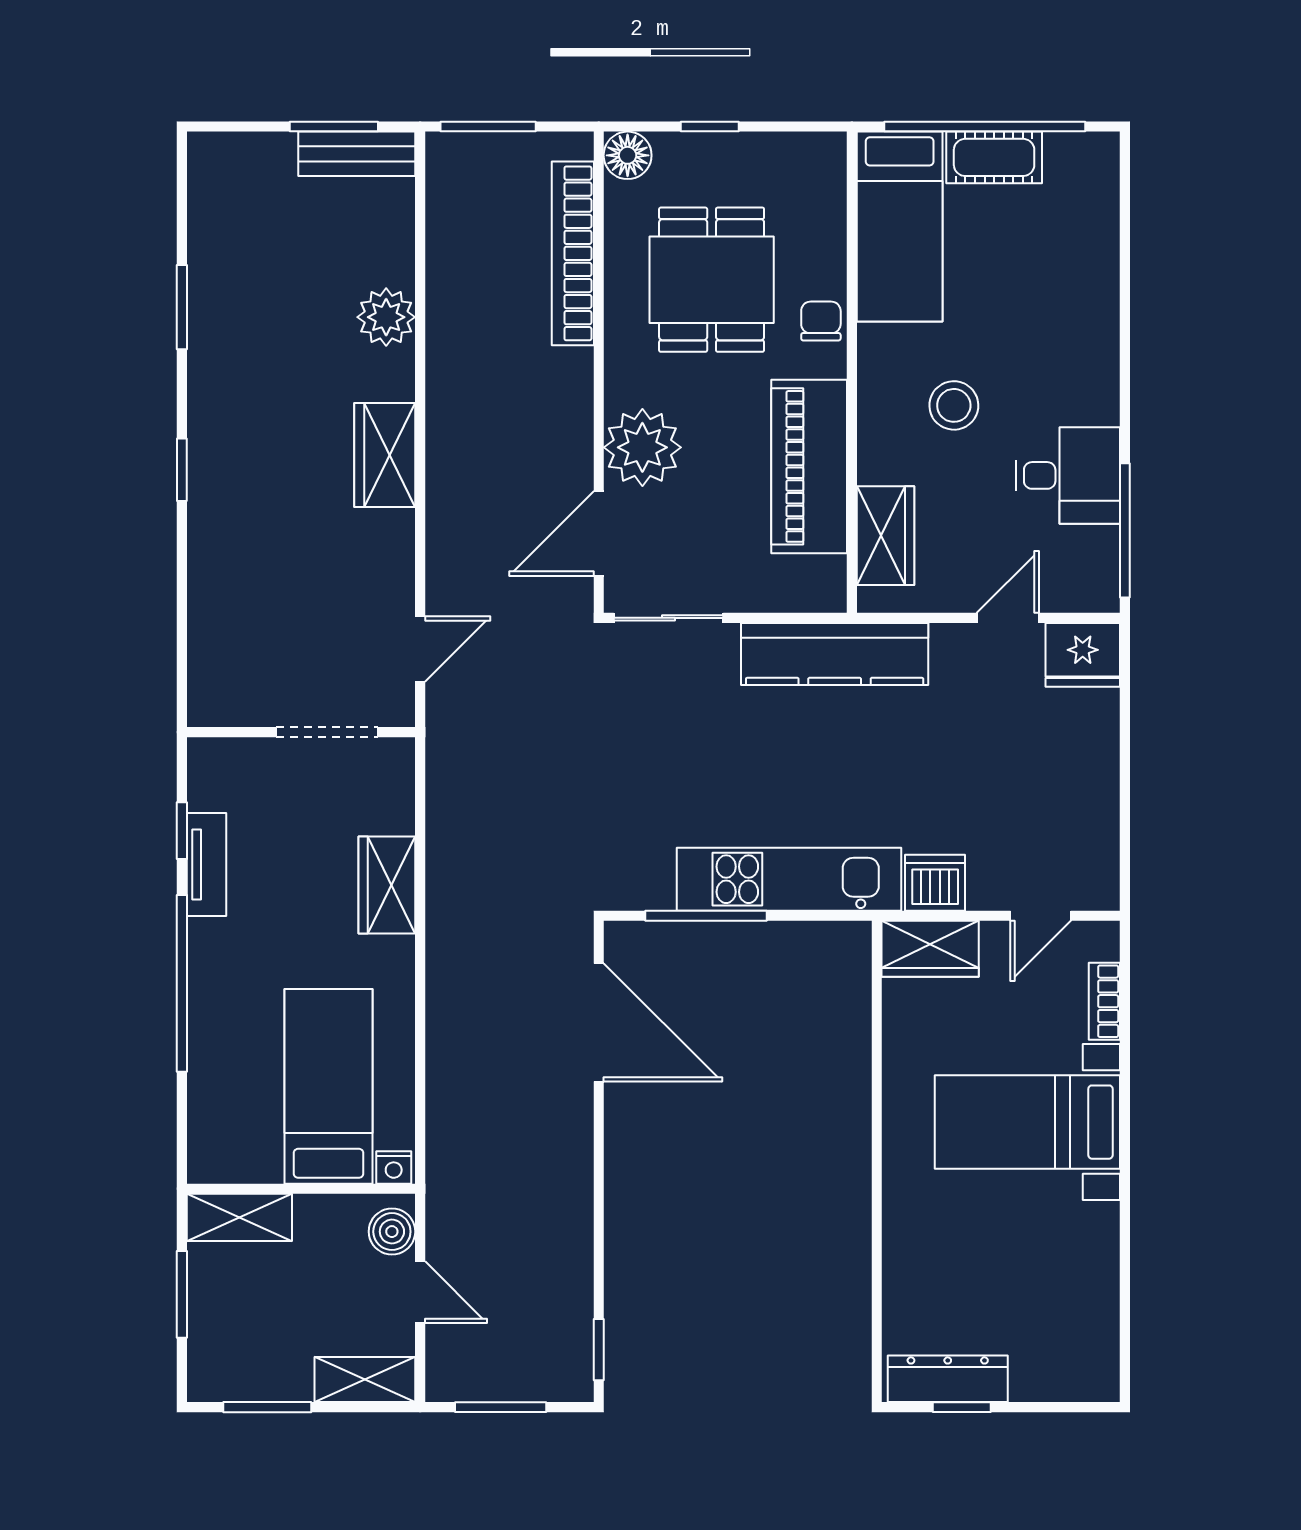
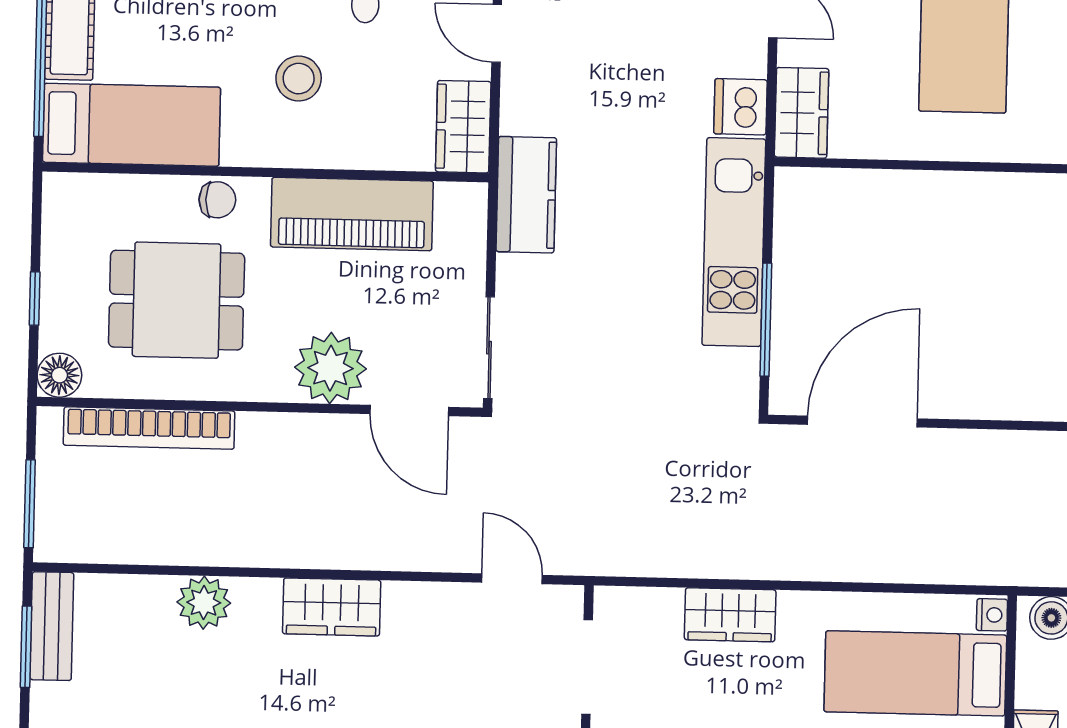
chair: (821, 321) -> (217, 200), turned 180
wardrobe: (886, 536) -> (463, 127), moved, turned -90
kitchen counter: (835, 654) -> (526, 195), width x0.67

